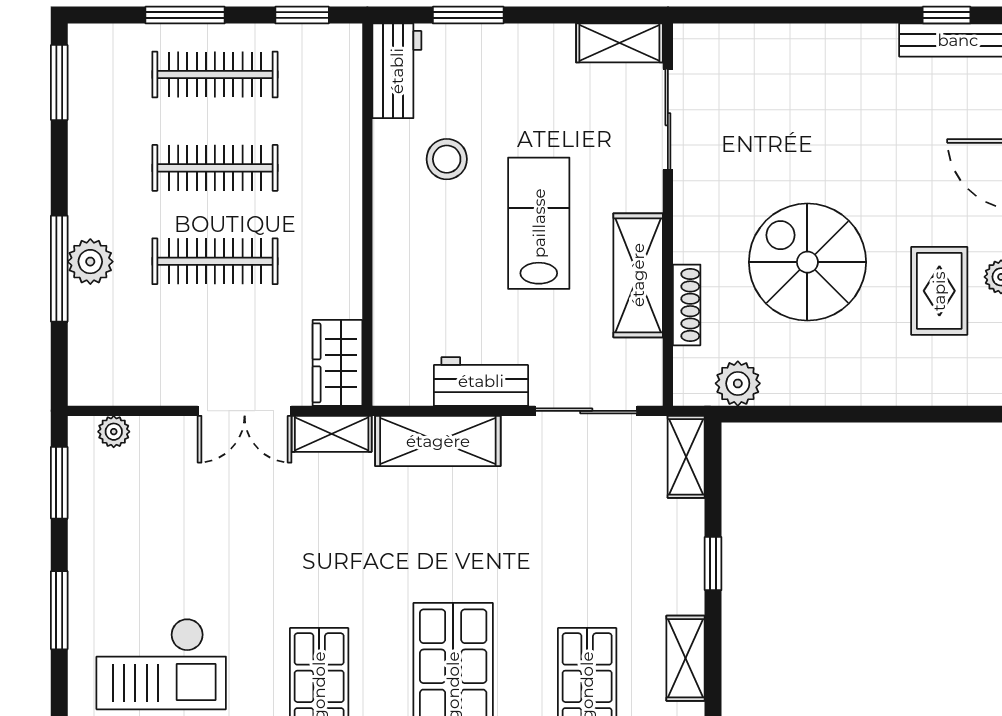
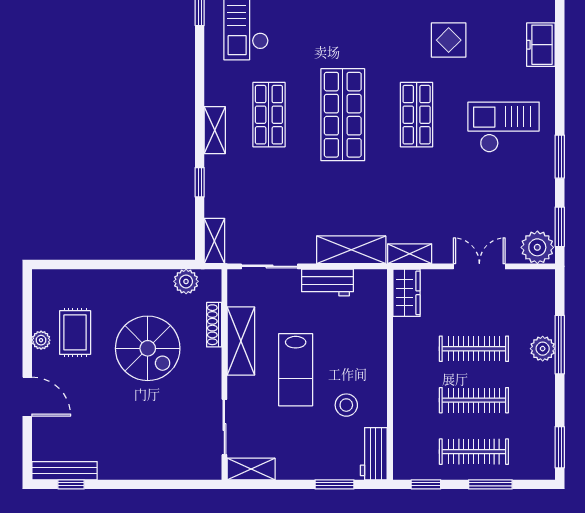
double door: (245, 411) -> (479, 266), moved
plant: (114, 432) -> (537, 247), width x1.87, depth x1.87

